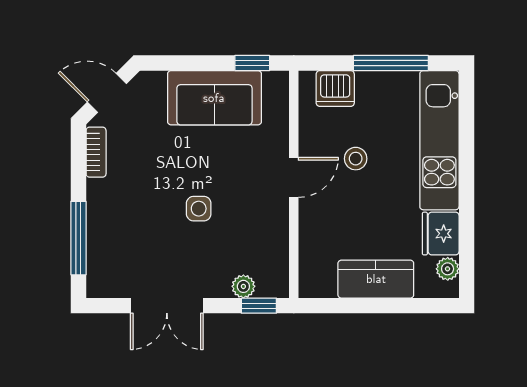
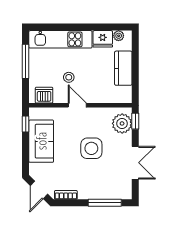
dishwasher: (335, 88) -> (44, 95), moved, turned -90
side table: (199, 209) -> (91, 148), width x1.87, depth x1.87
plant: (243, 286) -> (122, 123), width x1.87, depth x1.87

